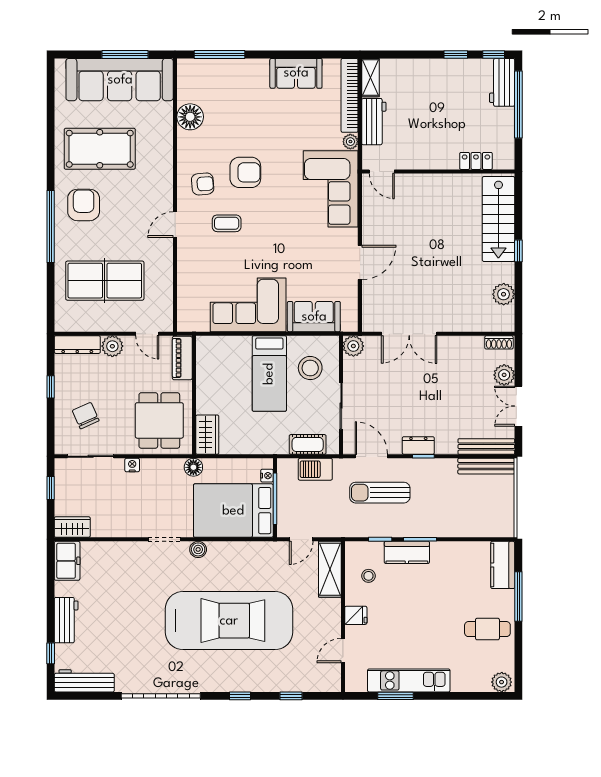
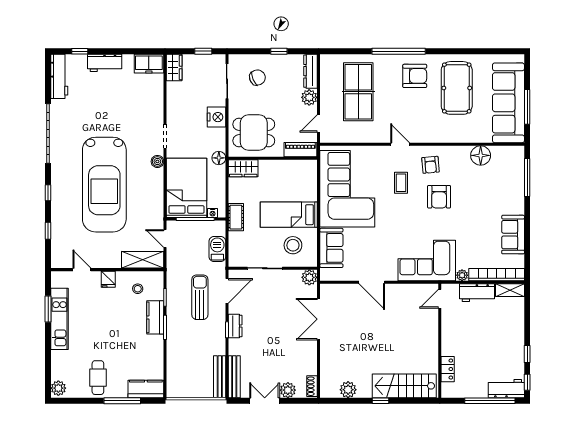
corner sofa: (248, 305) -> (347, 189), width x1.36, depth x1.36
cot: (308, 444) -> (236, 217), moved
nightstand: (132, 465) -> (216, 117), width x1.89, depth x1.79

